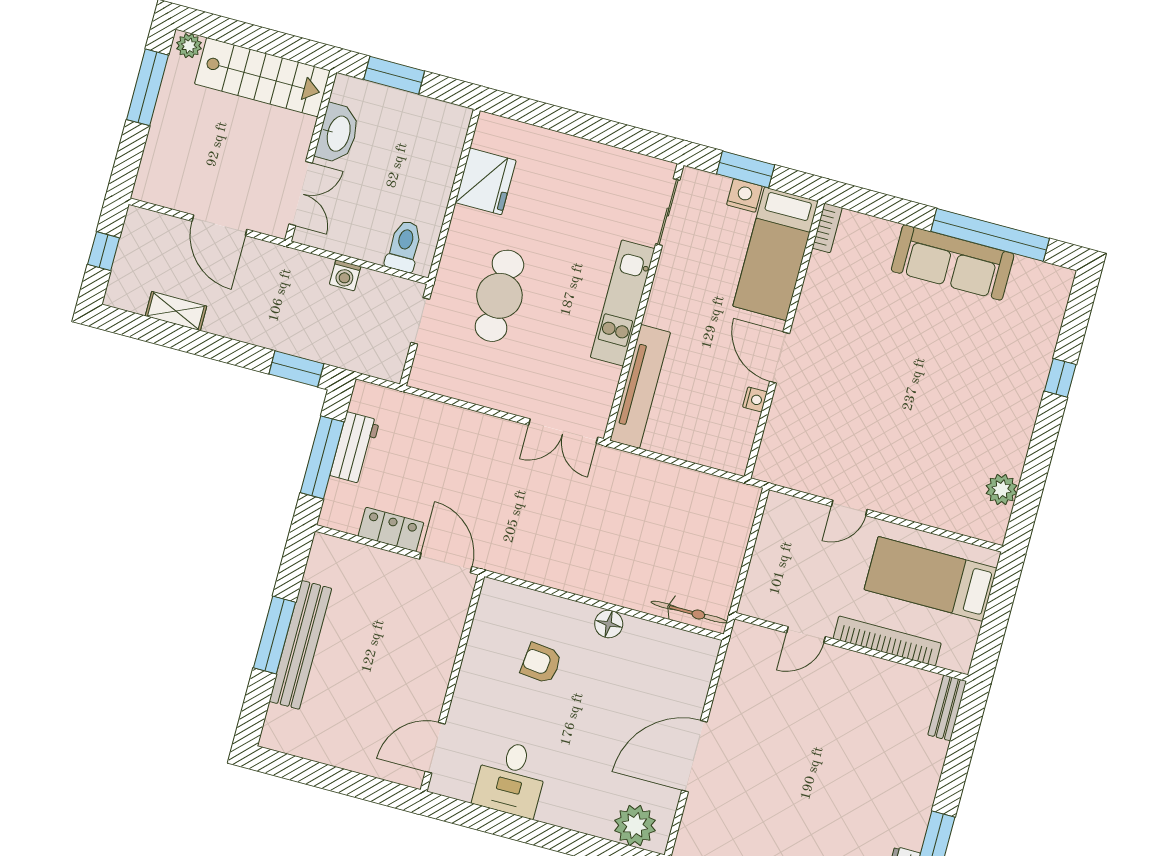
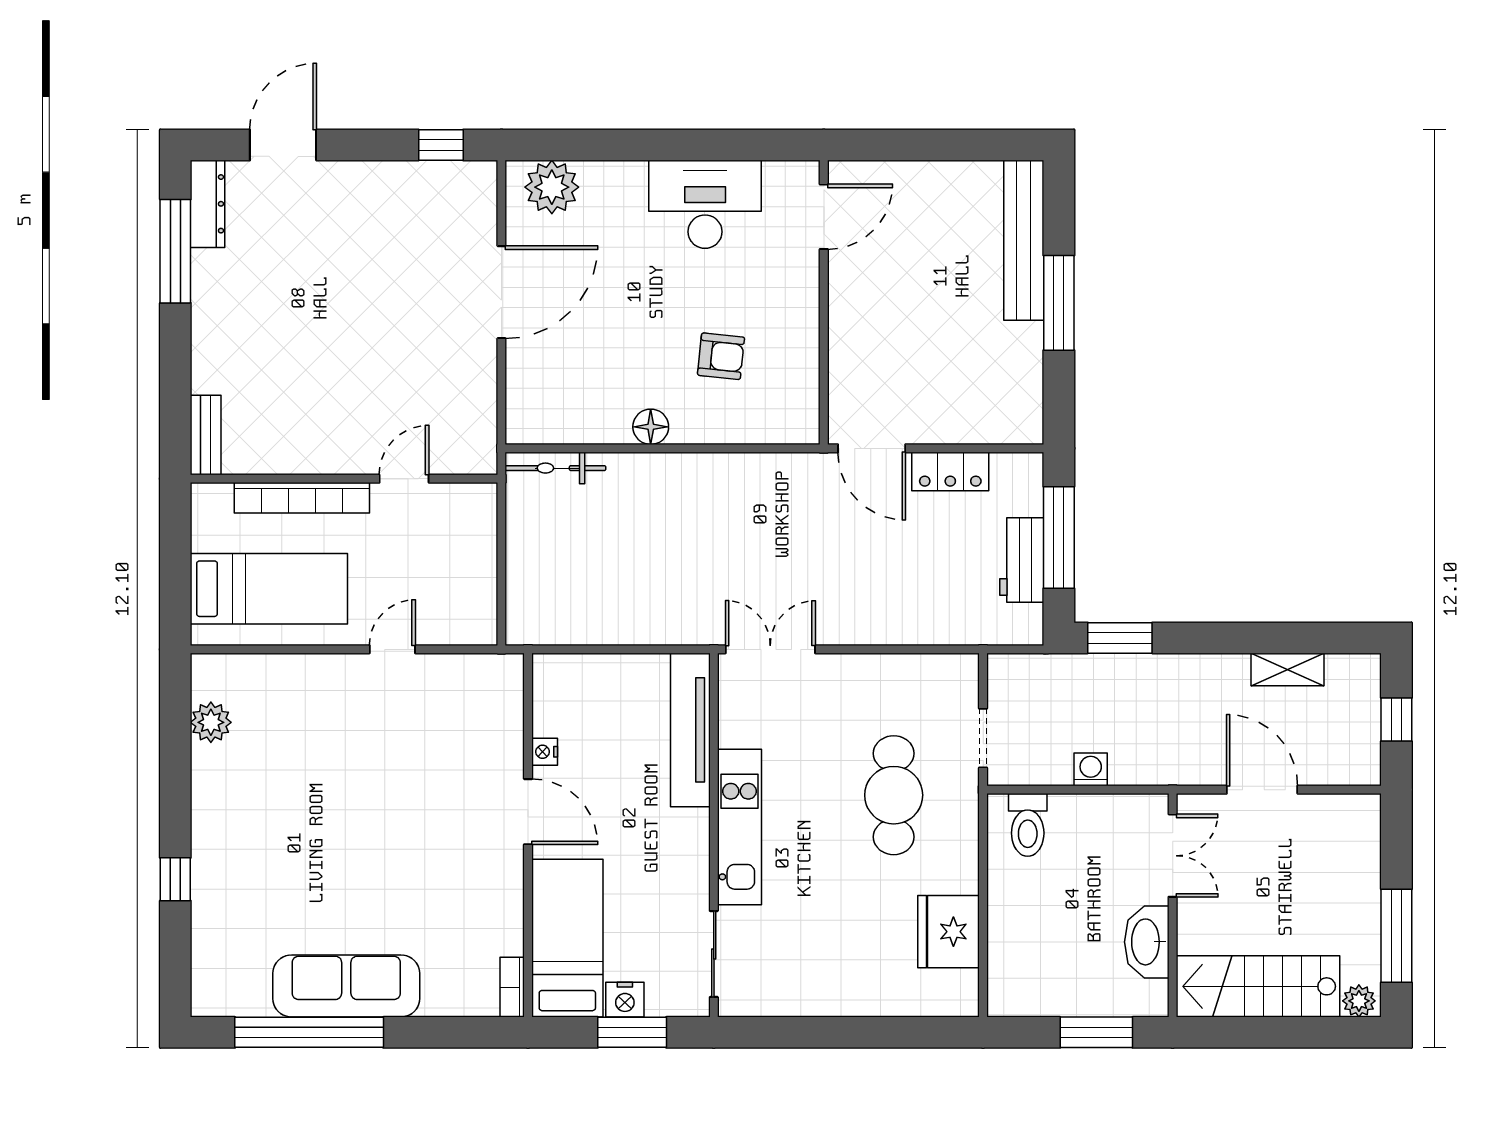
double door: (301, 193) -> (1173, 856), swing flipped
bench: (300, 645) -> (1024, 240), moved
desk: (511, 778) -> (705, 204), width x1.37

